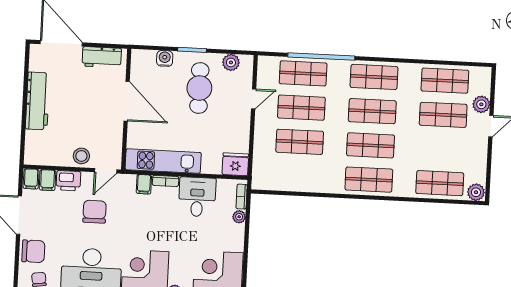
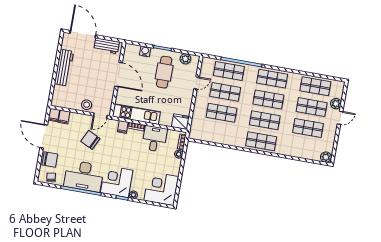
printer: (68, 181) -> (77, 119), removed
shop shelf: (440, 183) -> (308, 128), moved
chair: (95, 212) -> (90, 140), turned -64

